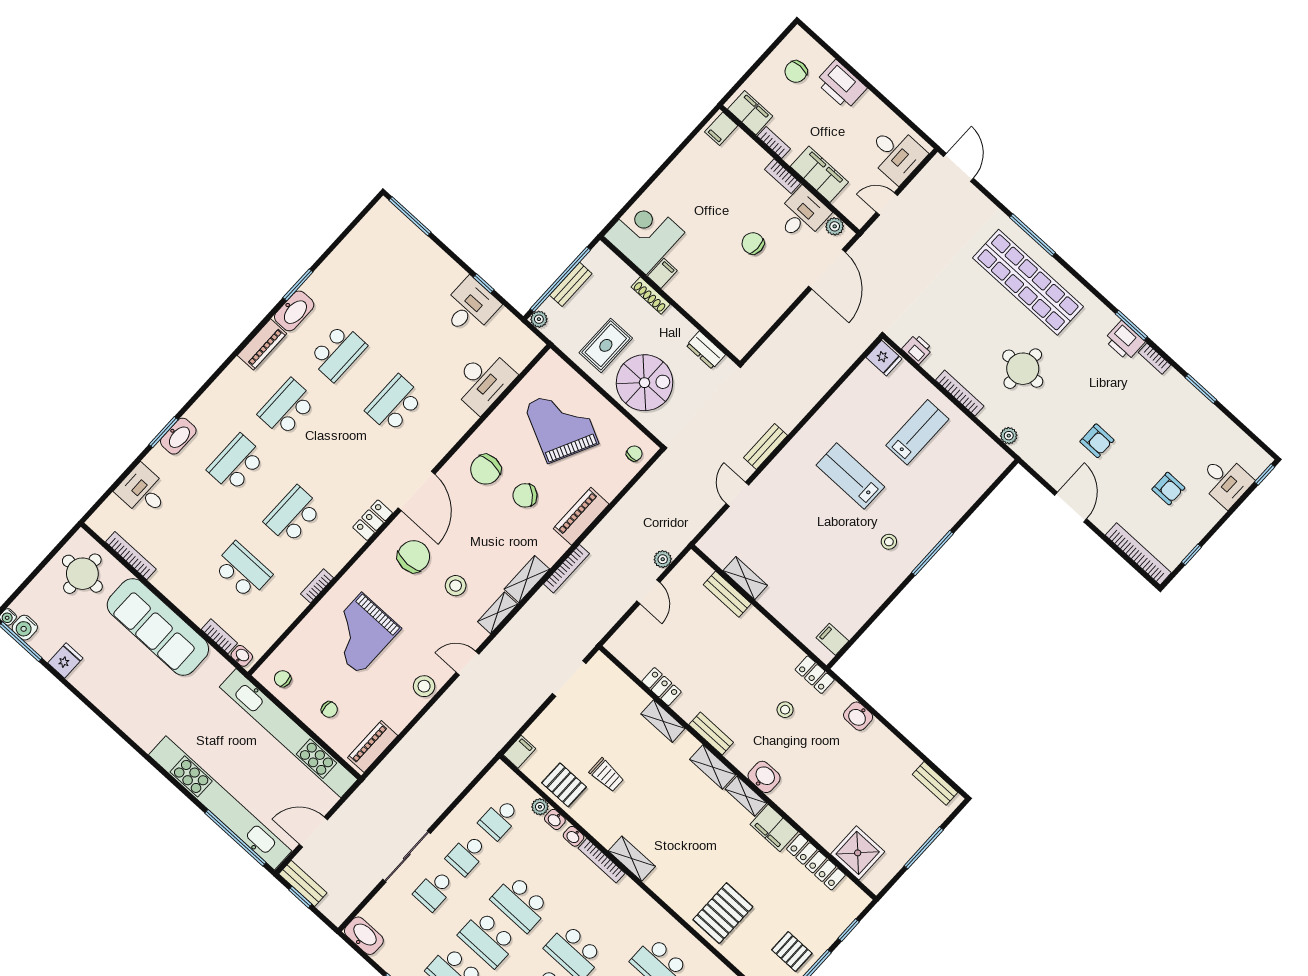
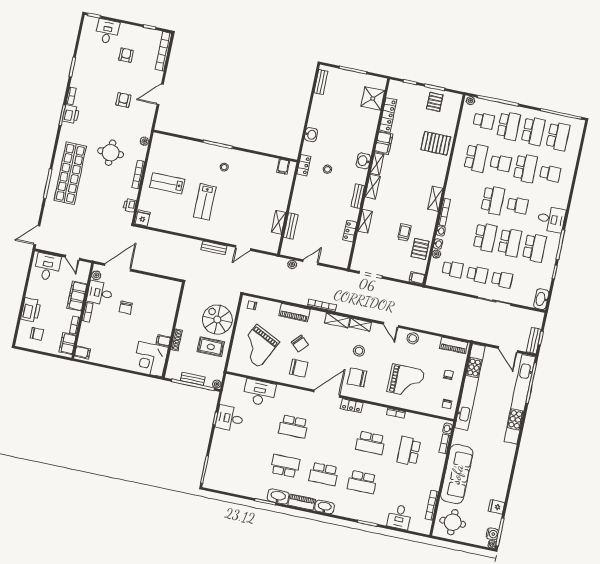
dresser: (706, 350) -> (186, 301), removed
washbasin: (178, 436) -> (325, 507), moved

